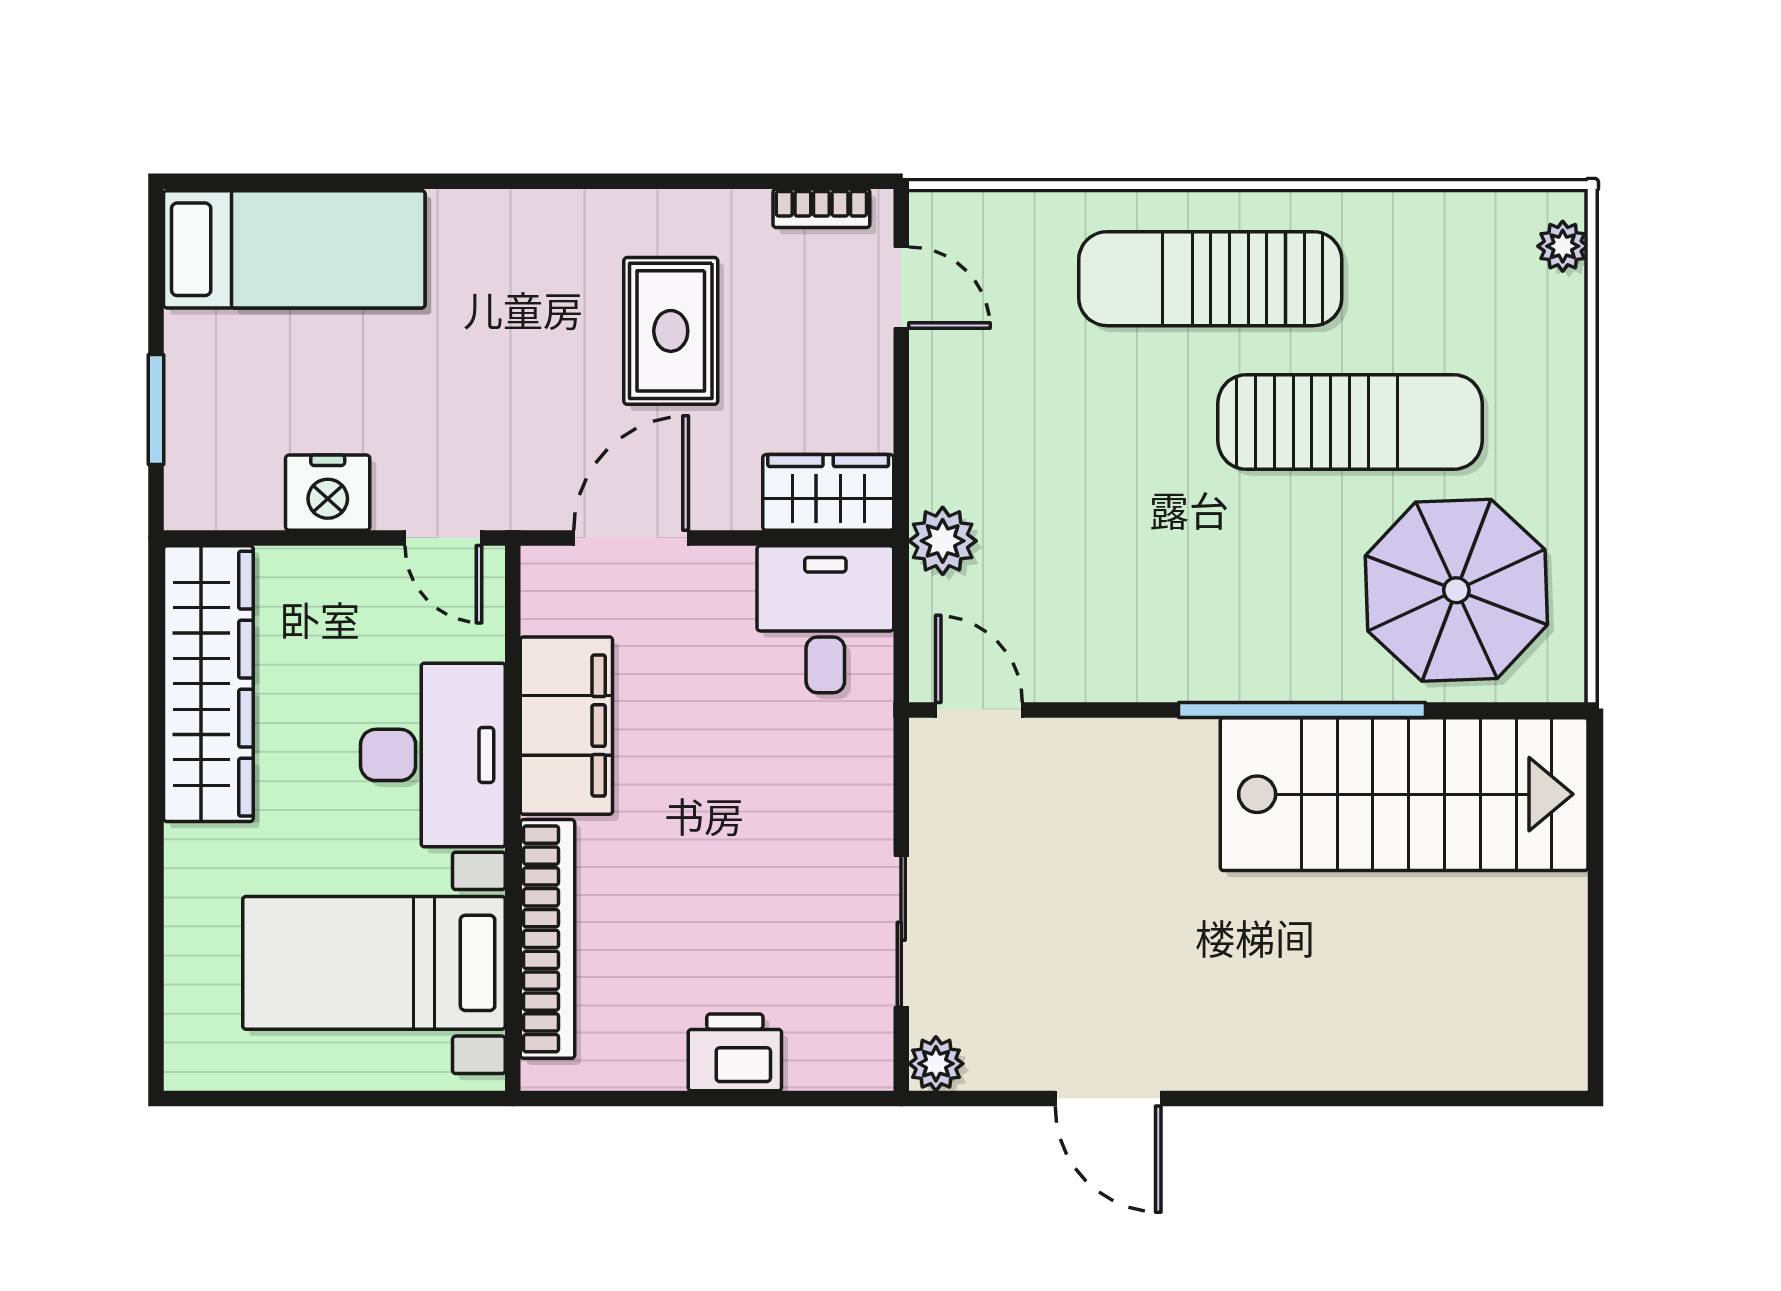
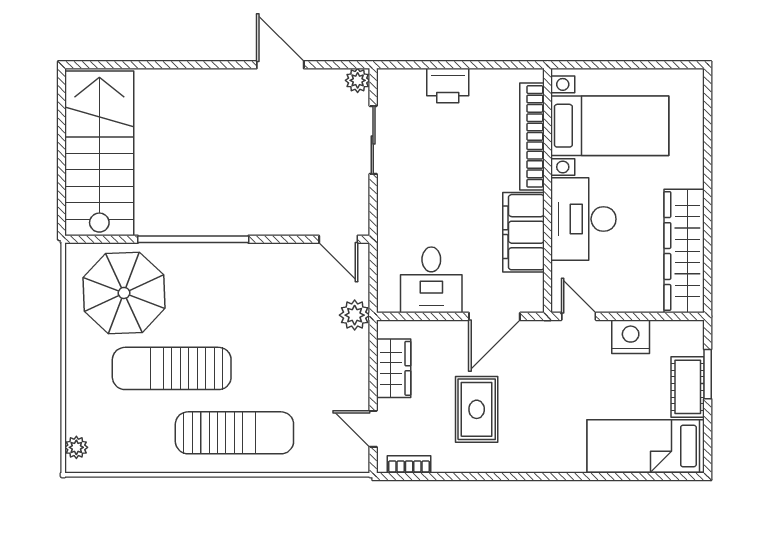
cot: (201, 381) -> (688, 387), added
wardrobe: (828, 492) -> (394, 368), moved, turned -90
desk: (825, 619) -> (431, 280), moved
stairs: (1404, 794) -> (99, 153), moved, turned 90

